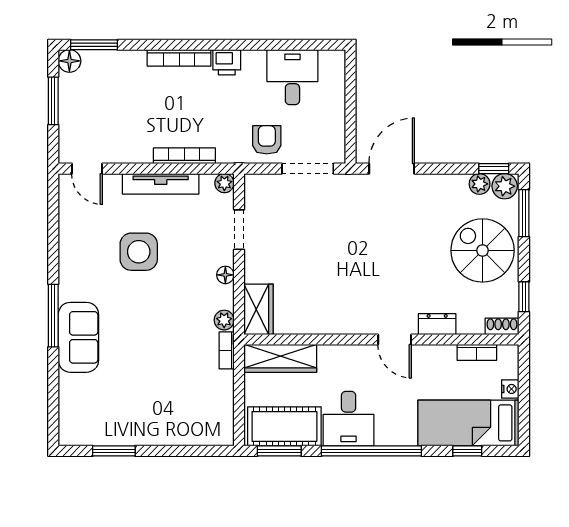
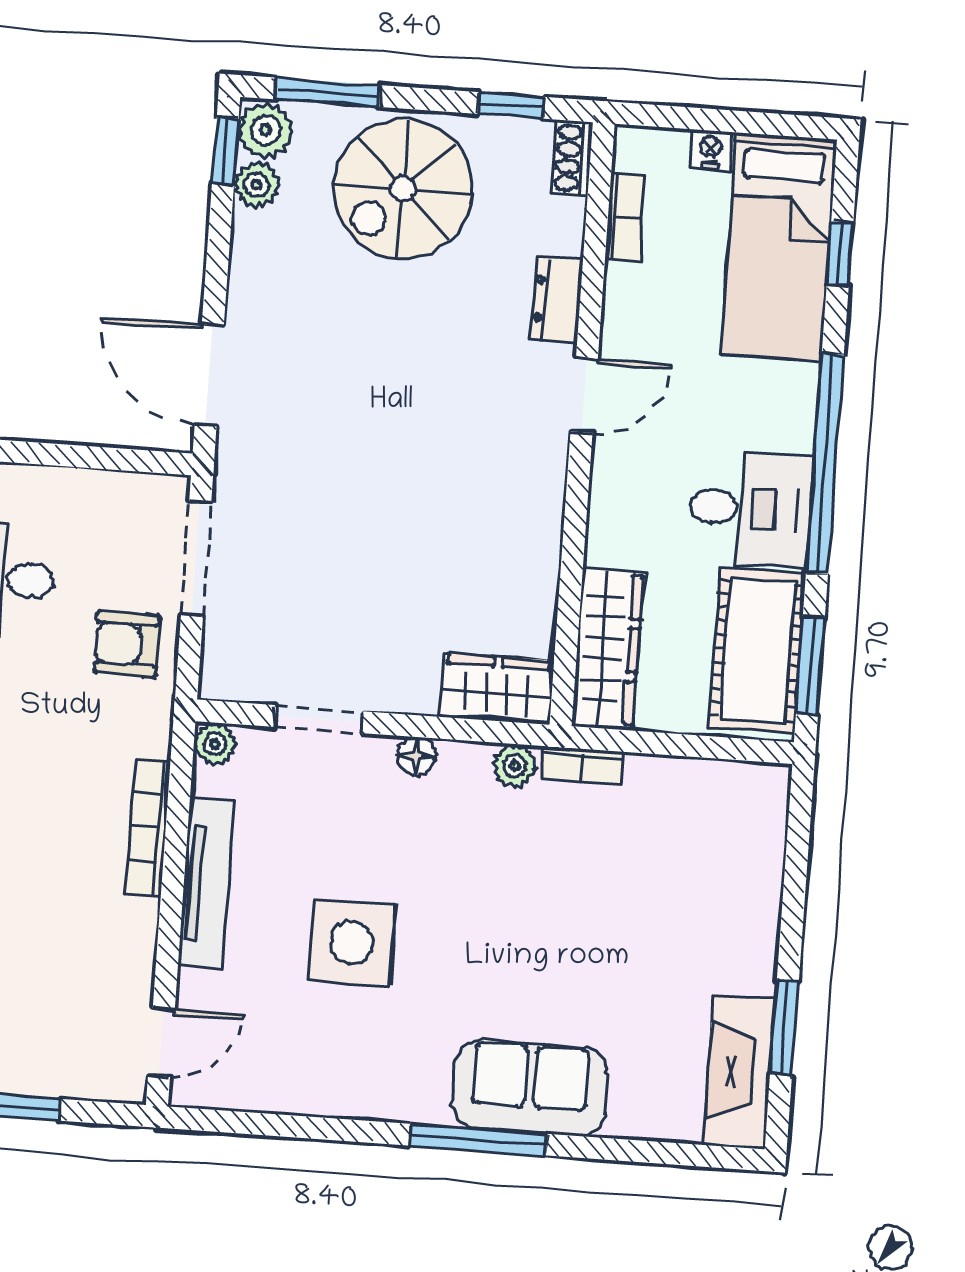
fireplace: (93, 432) -> (739, 1072), added

